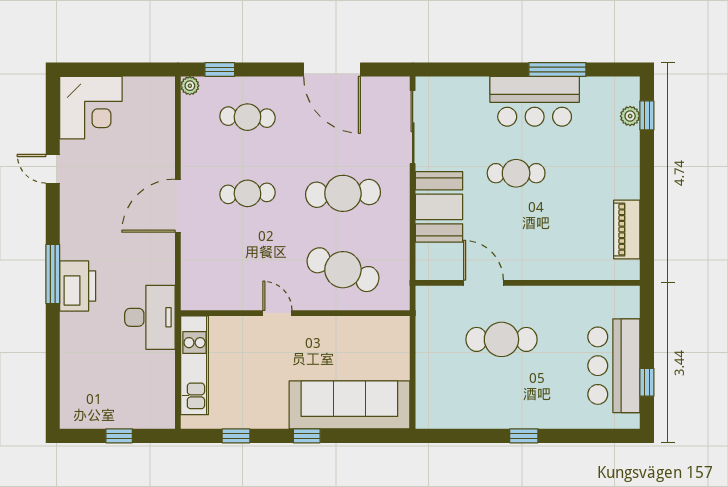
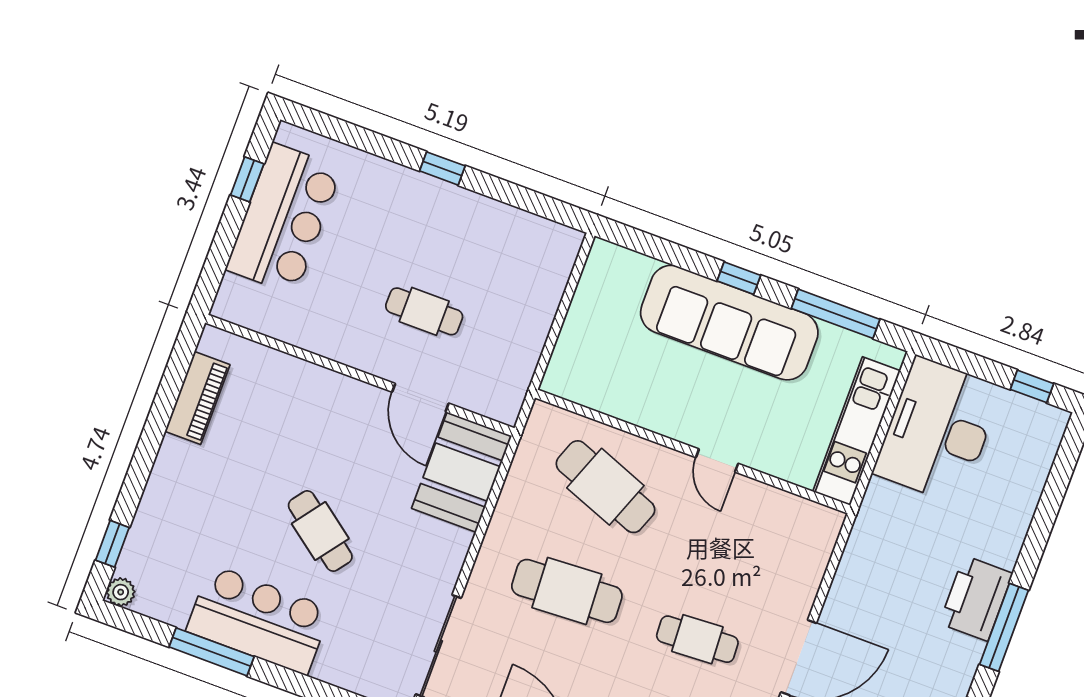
plant: (630, 116) -> (121, 592), moved
cafe table: (516, 173) -> (320, 531), turned 37
booth: (439, 207) -> (462, 472), moved
desk: (150, 317) -> (938, 430), moved, width x1.36, depth x1.30
cafe table: (501, 339) -> (424, 311), width x0.73, depth x0.74
sofa: (349, 405) -> (729, 323), moved
window: (119, 436) -> (1032, 386), moved
window: (236, 436) -> (836, 314), width x2.17

